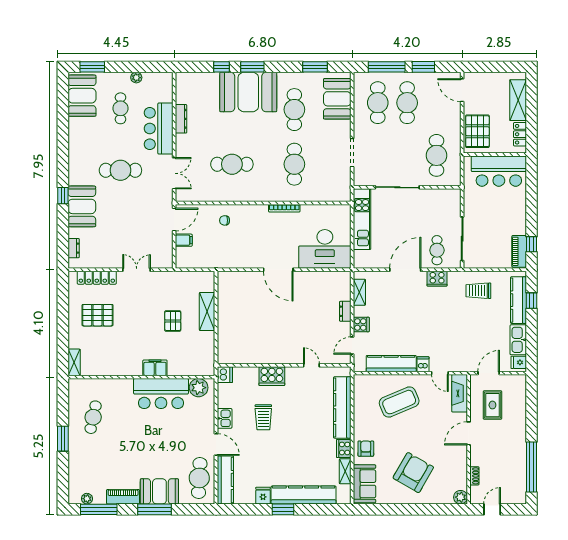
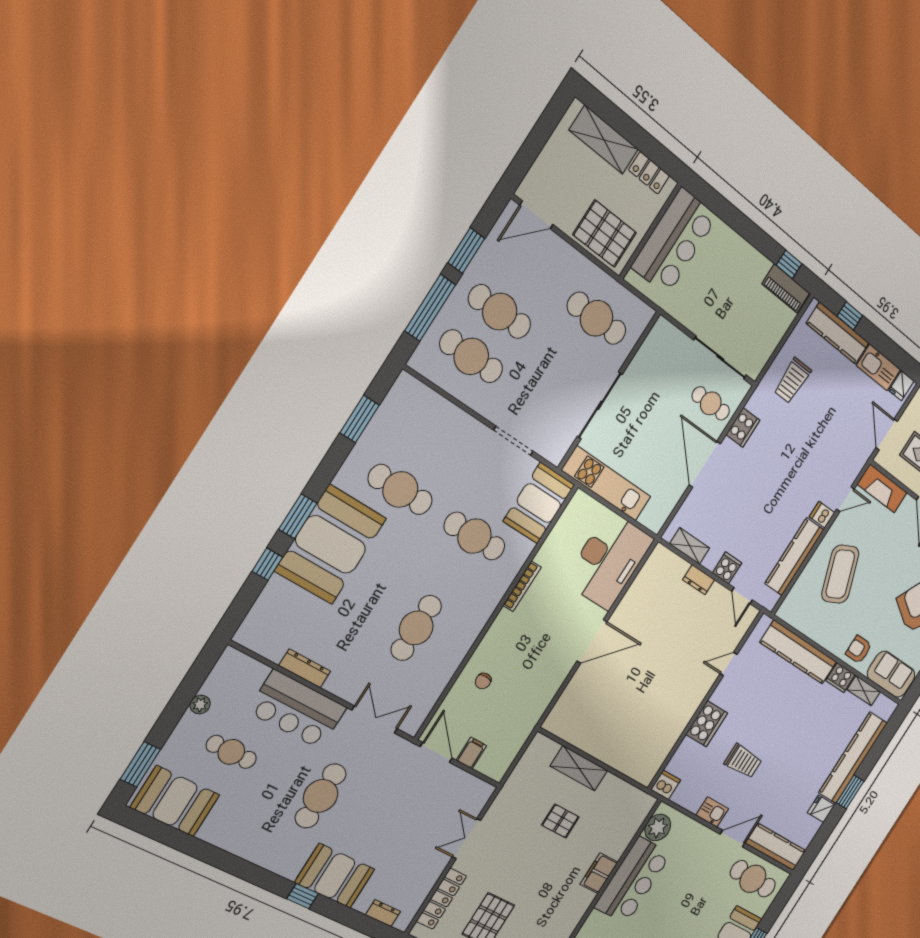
booth: (337, 99) -> (539, 503), moved, turned 90

